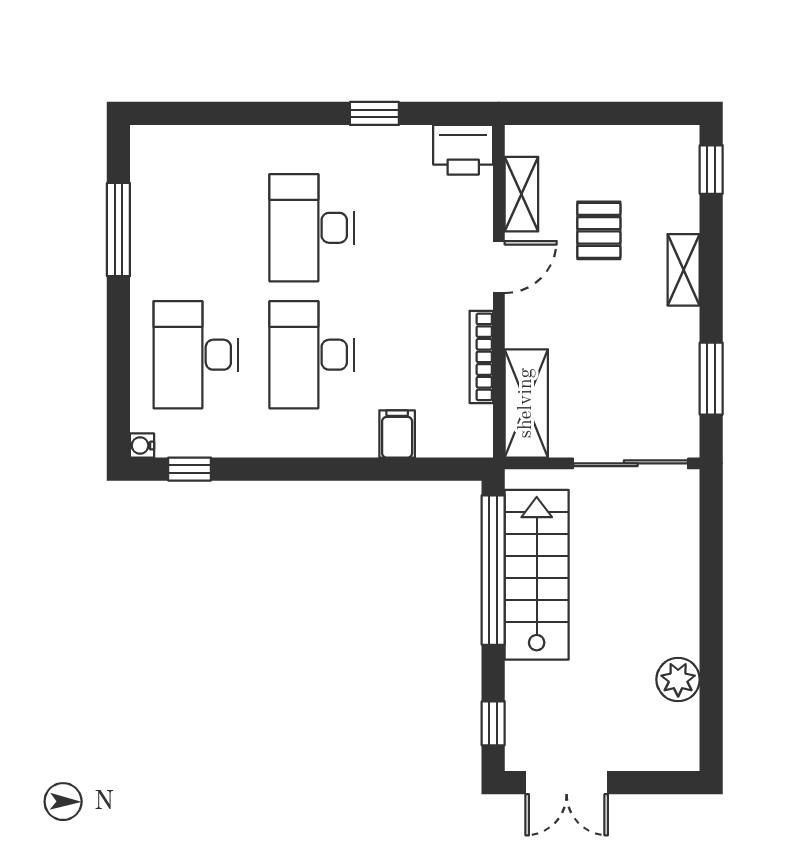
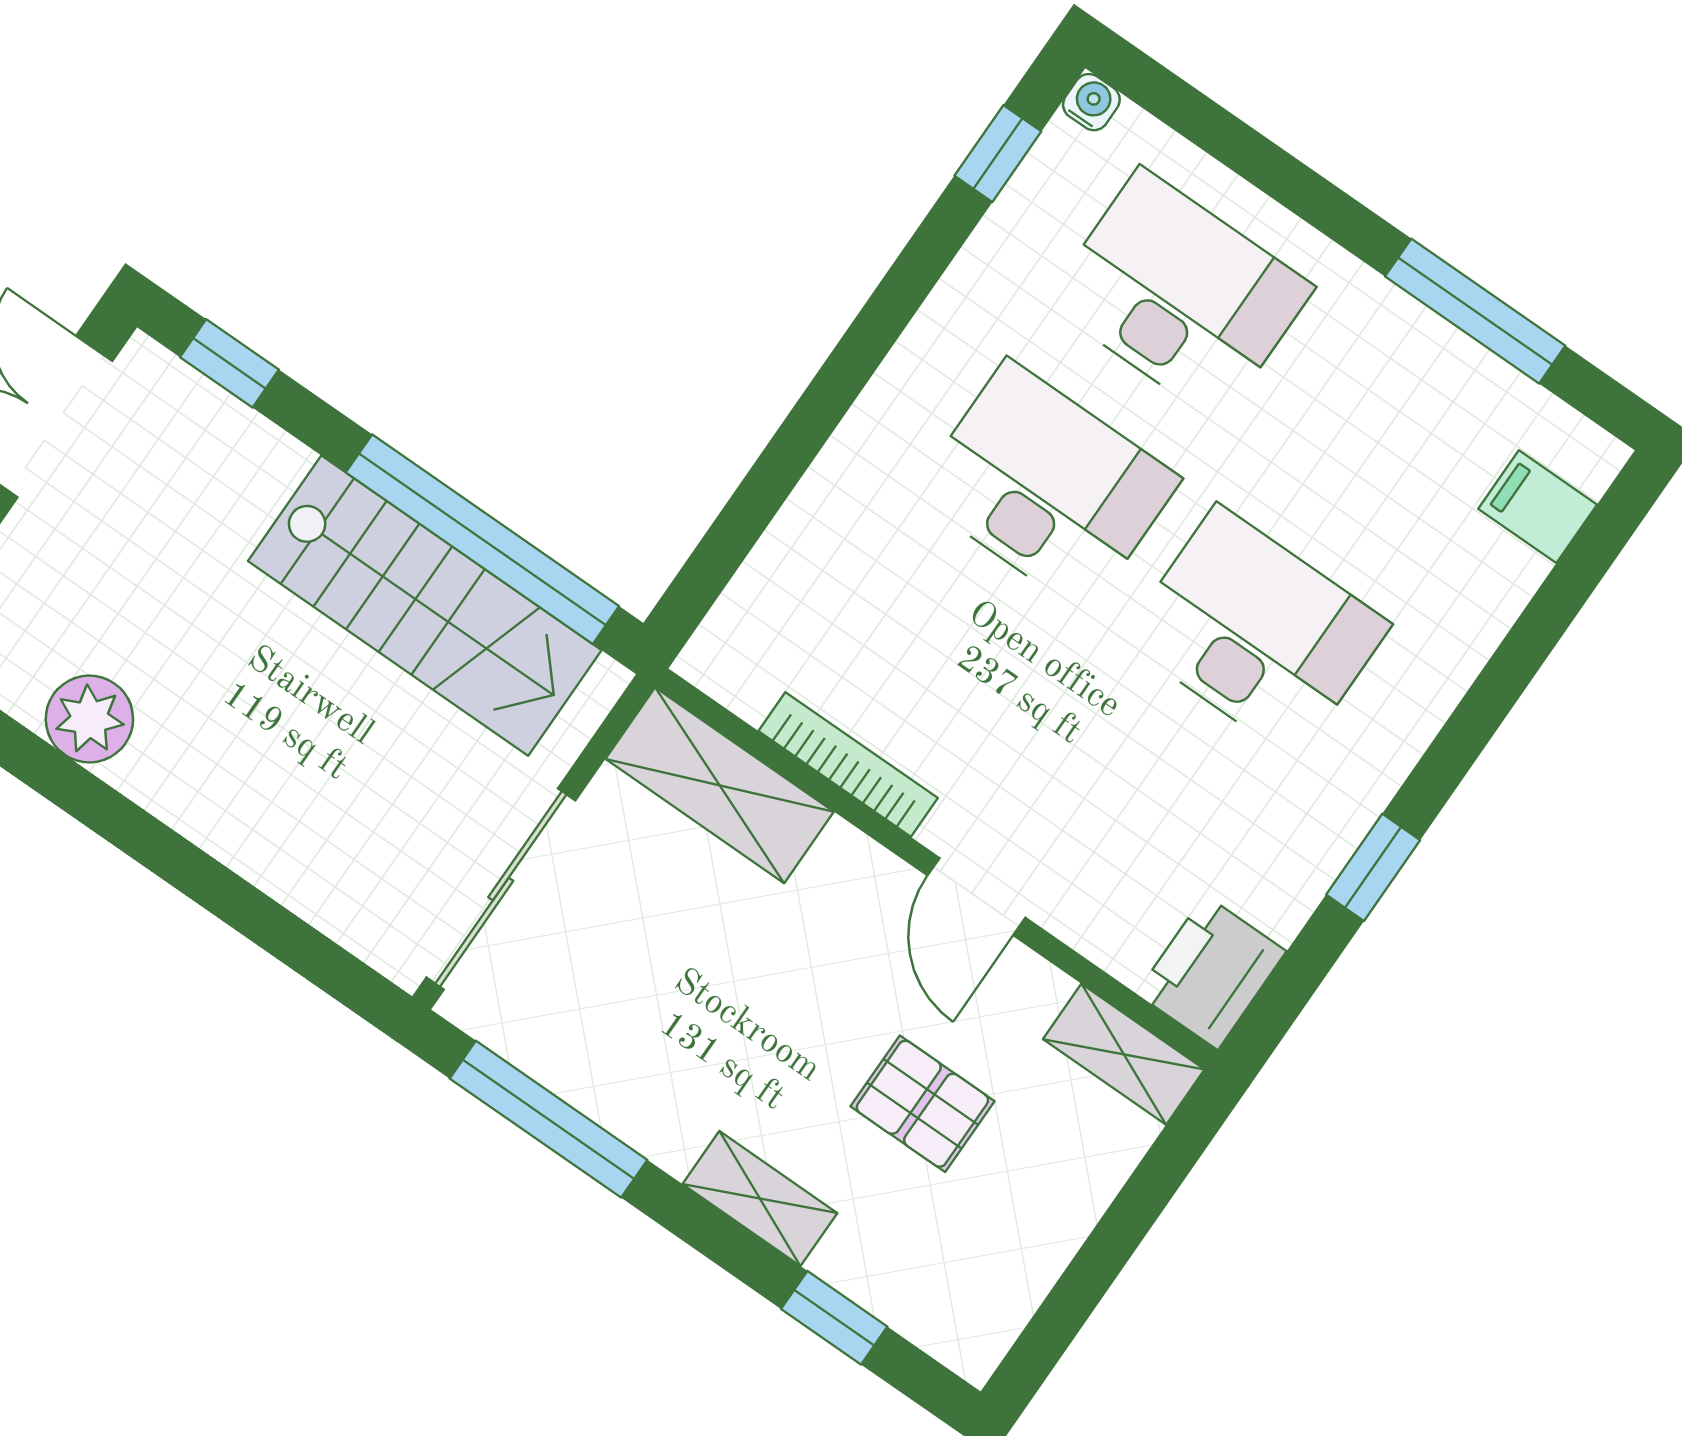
window: (711, 170) -> (834, 1318), moved
shelving: (521, 194) -> (1124, 1054), moved
window: (711, 379) -> (548, 1119), width x1.44
filing cabinet: (397, 434) -> (1538, 507), moved, turned 180

